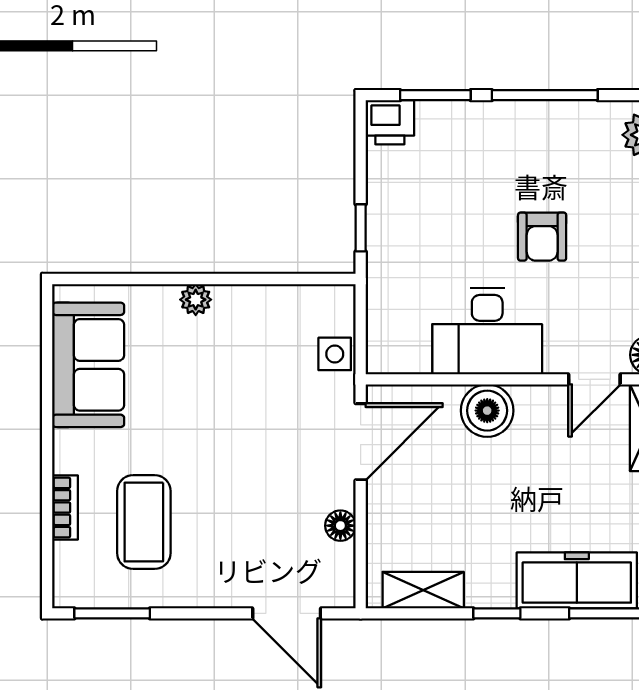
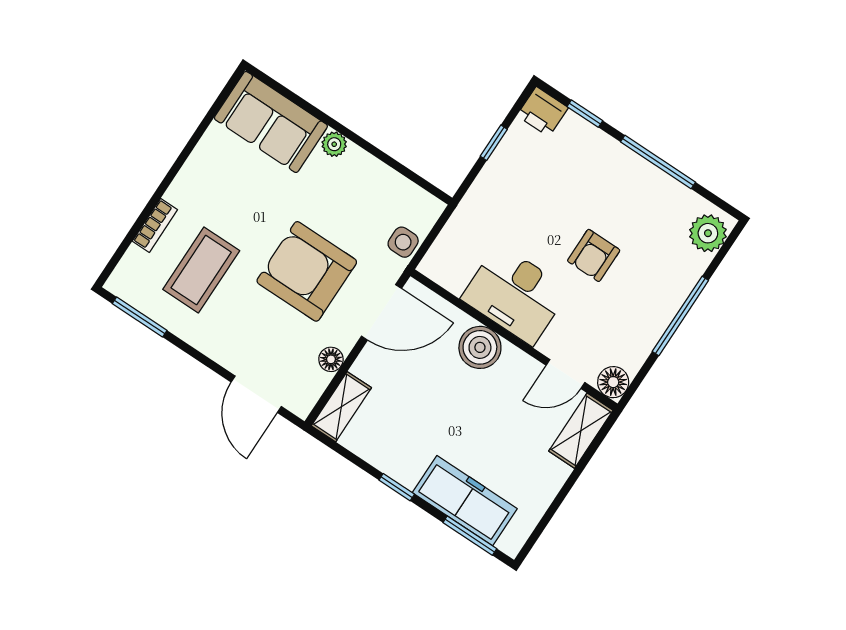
window: (435, 95) -> (585, 114), width x0.67
window: (361, 228) -> (494, 143), moved
sofa: (88, 365) -> (271, 122), moved, turned 90
armchair: (255, 451) -> (307, 271), added
shelving: (423, 590) -> (341, 407), moved, turned 90

